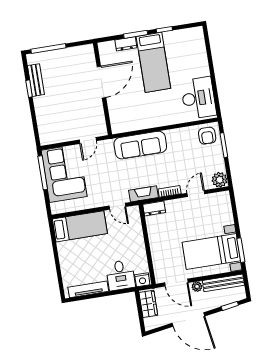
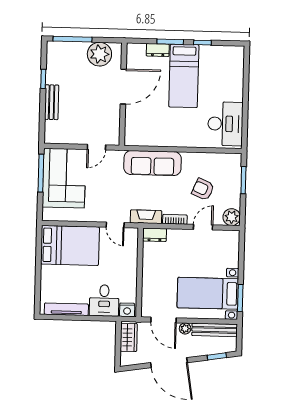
plant: (75, 57) -> (99, 54), added
bench: (36, 80) -> (52, 102), moved
armchair: (207, 136) -> (203, 189), moved, turned 113
bed: (80, 226) -> (70, 245), width x1.50

